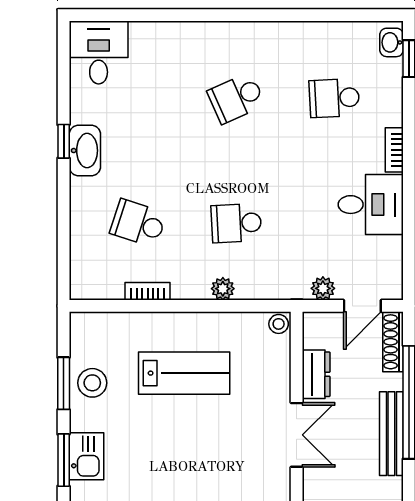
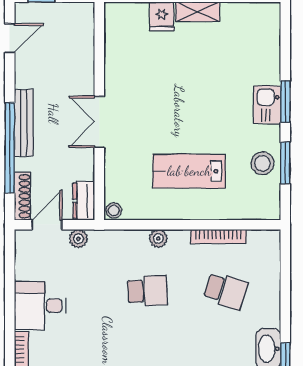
bookcase: (148, 291) -> (218, 236), width x1.56
dresser: (316, 374) -> (84, 201), moved

